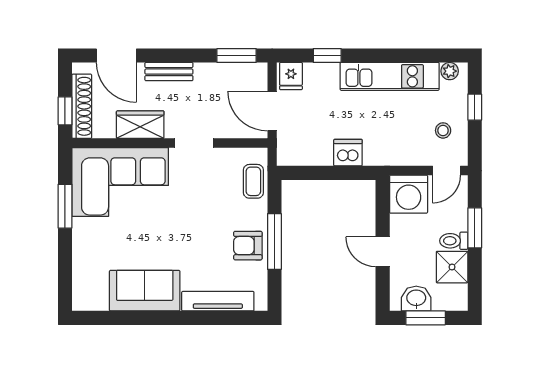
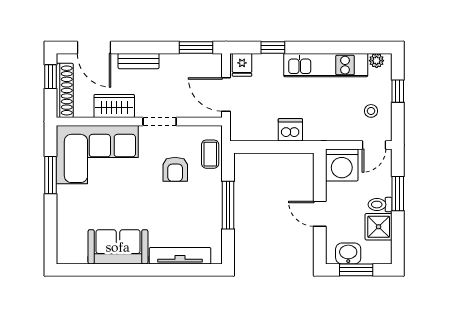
window: (65, 111) -> (50, 77), moved
armchair: (248, 246) -> (175, 169), moved, turned -90

